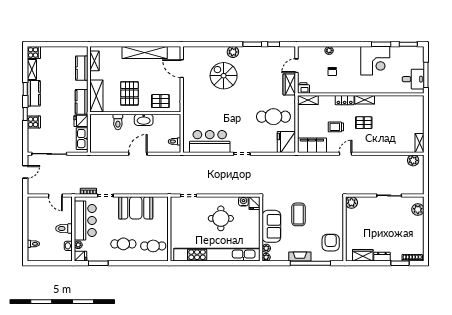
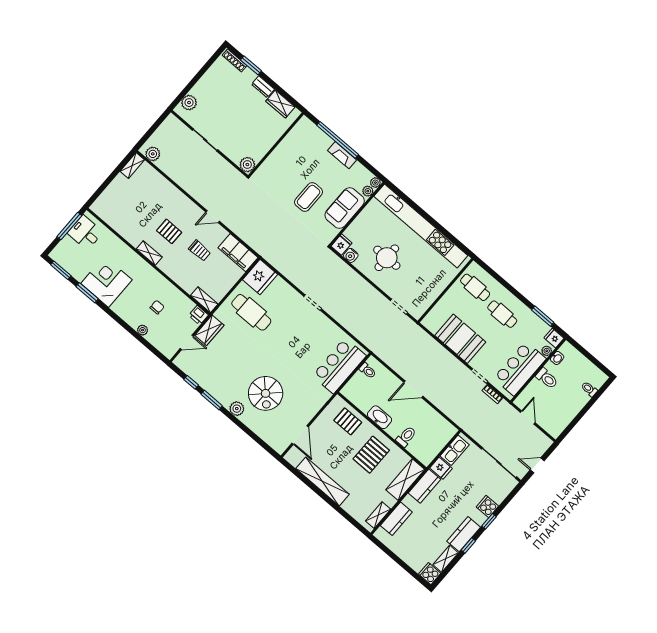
locker: (345, 100) -> (169, 269), removed
bar counter: (210, 142) -> (339, 366), moved, turned 90
armchair: (331, 243) -> (301, 143), removed

